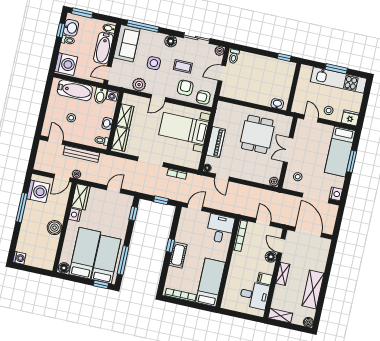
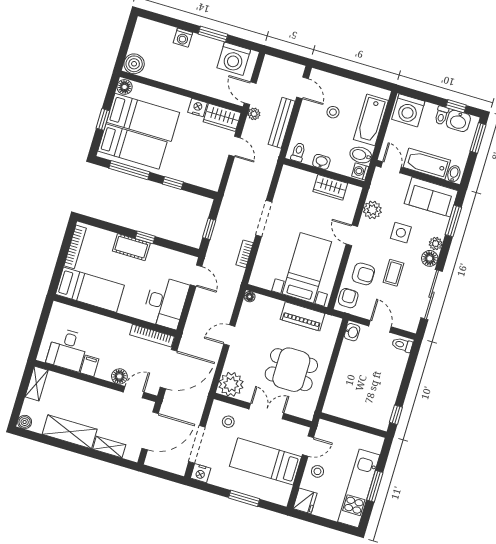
window: (143, 26) -> (453, 221), width x0.69
sliding door: (197, 38) -> (432, 295), width x1.37
plant: (220, 51) -> (436, 244), moved
washbasin: (277, 104) -> (352, 332), moved
wardrobe: (120, 139) -> (299, 178), removed
door: (55, 141) -> (303, 88), hinge flipped
piano: (216, 142) -> (303, 316), moved
bed: (340, 152) -> (266, 461), moved
door: (222, 177) -> (229, 335), moved
plant: (274, 182) -> (231, 384), width x1.87, depth x1.87
door: (114, 189) -> (234, 146), moved
window: (22, 208) -> (213, 34), width x0.69
window: (133, 213) -> (173, 183), moved
door: (263, 222) -> (168, 369), width x1.87
boiler: (55, 228) -> (134, 64), moved
desk: (220, 229) -> (165, 302), width x1.37
washing machine: (19, 258) -> (183, 38), moved
shelving: (283, 274) -> (109, 447), moved
window: (101, 284) -> (103, 119), moved

